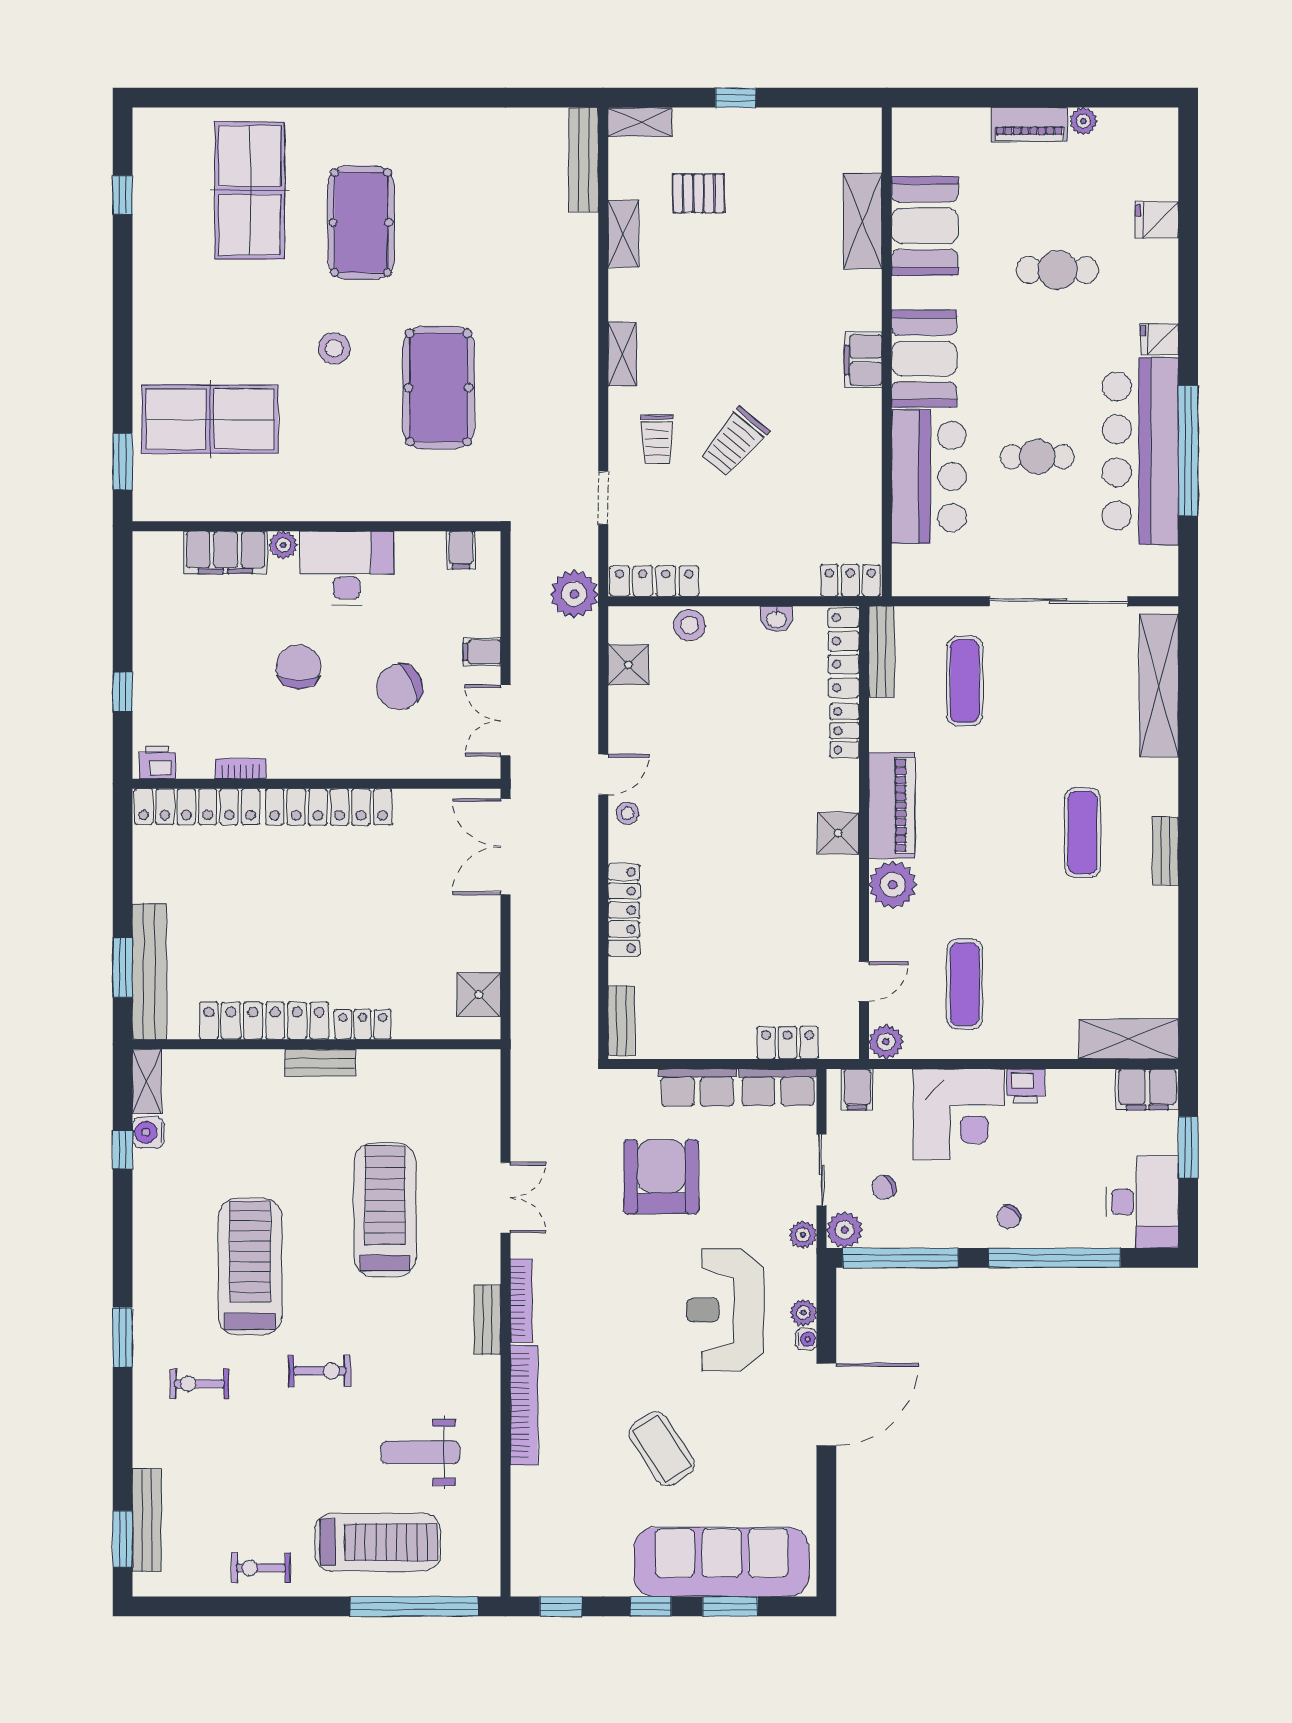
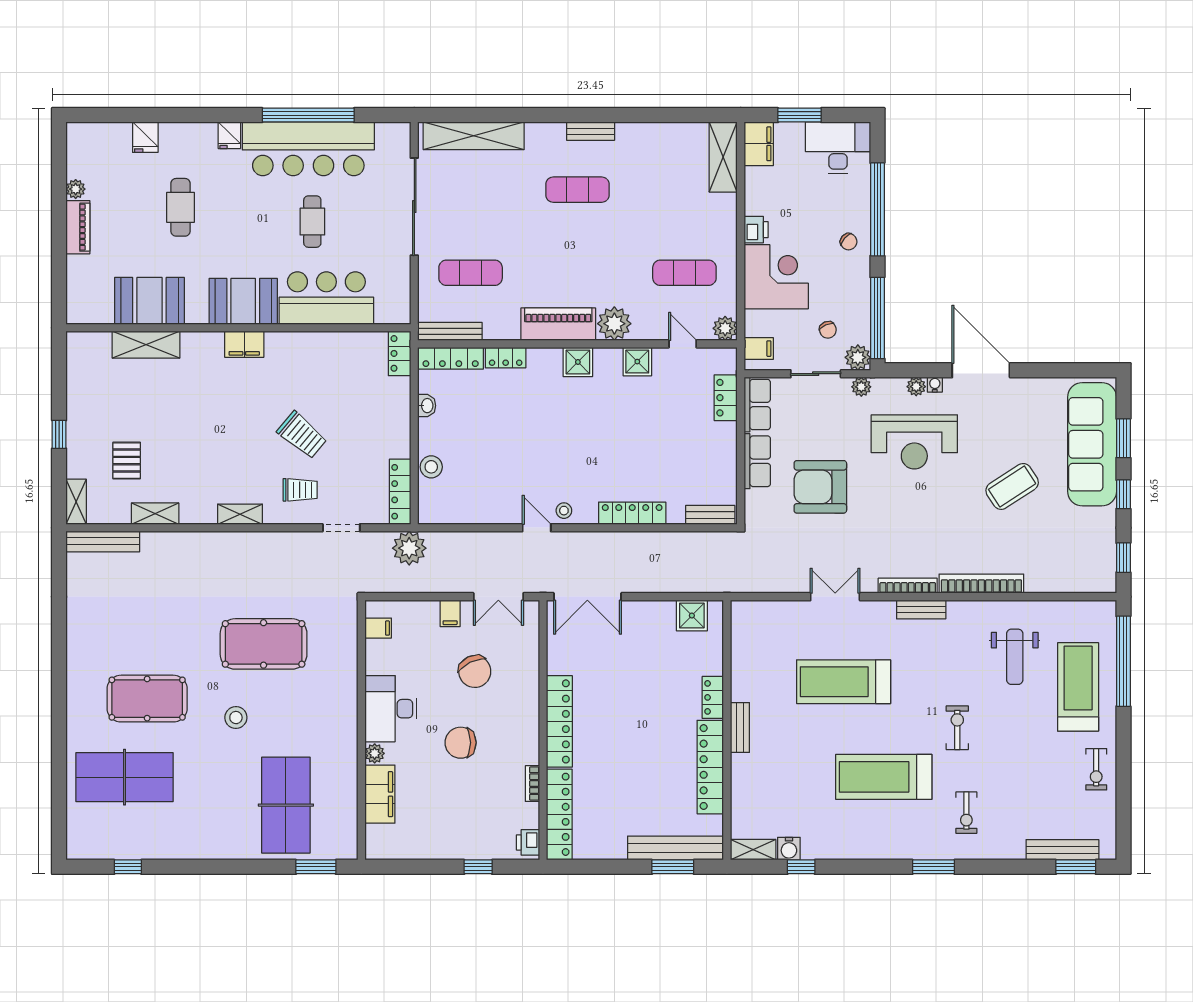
shower: (628, 665) -> (637, 362), moved

